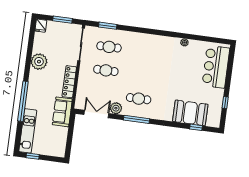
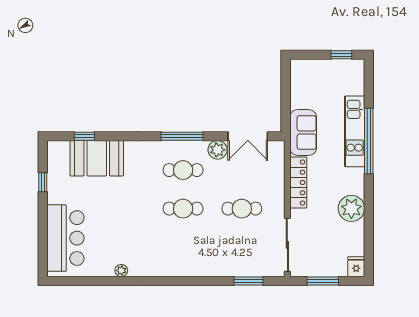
cafe table: (109, 47) -> (183, 209), moved
kitchen unit: (28, 131) -> (355, 131), moved

